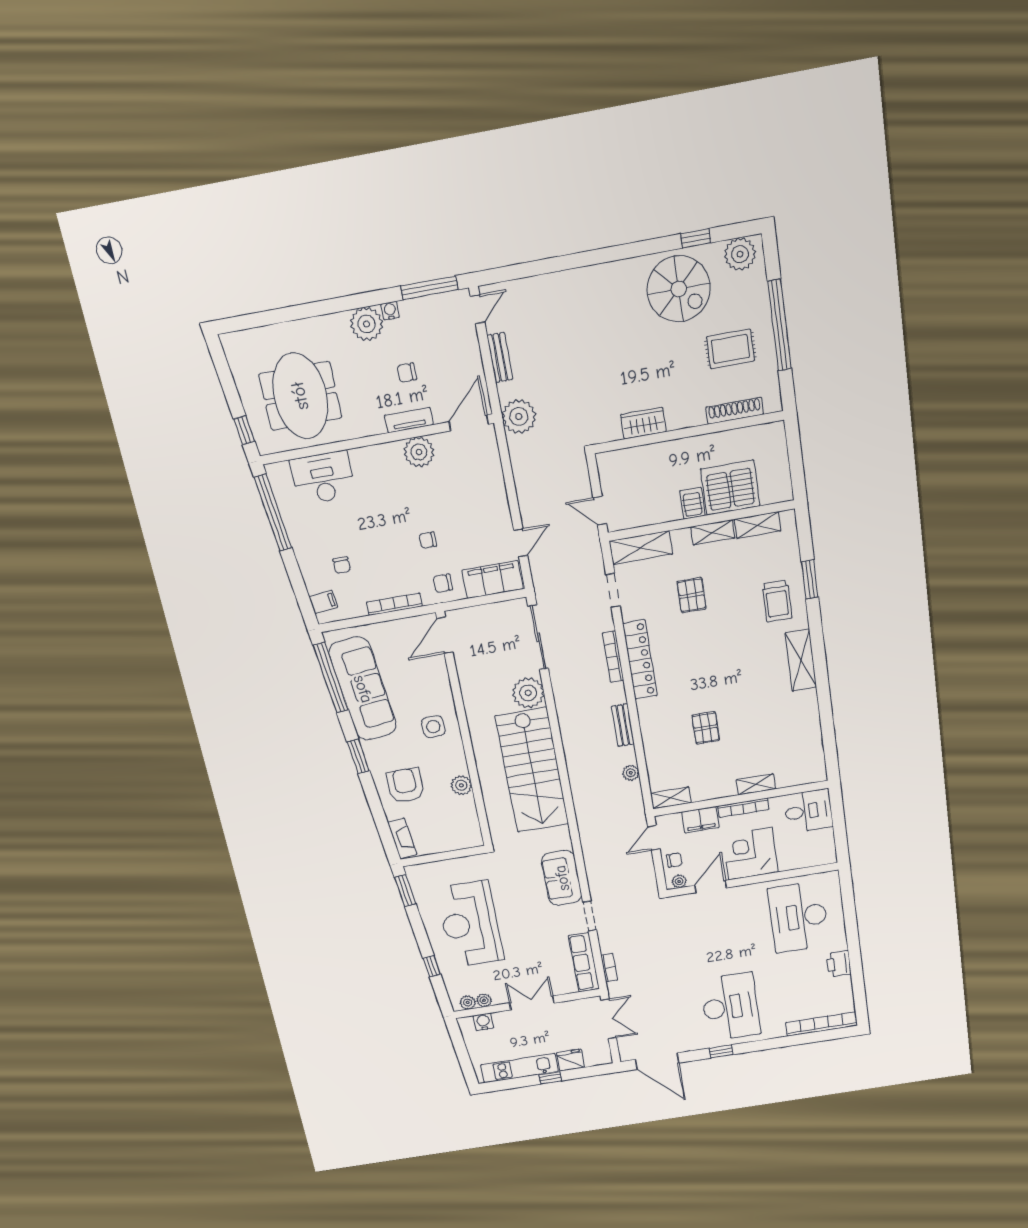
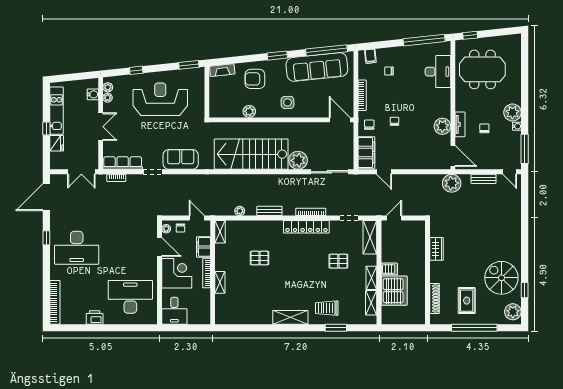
spiral stairs: (679, 289) -> (501, 278), turned 90
armchair: (405, 785) -> (255, 79), turned 180
desk: (808, 811) -> (174, 311), moved

